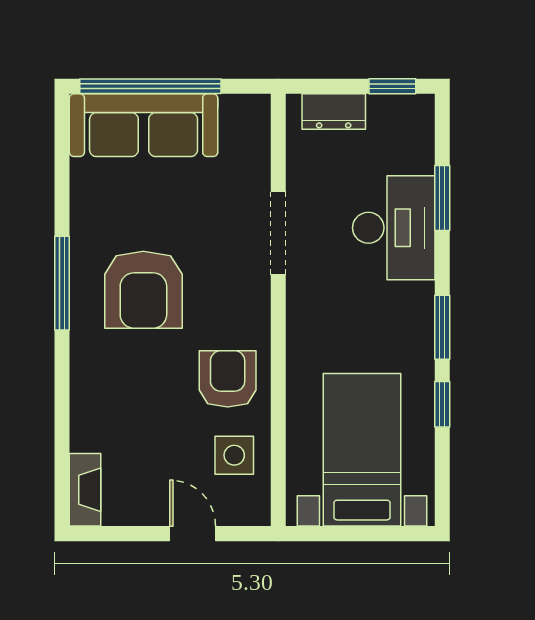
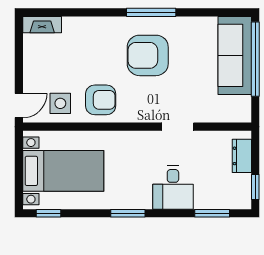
window: (442, 198) -> (212, 213), moved
desk: (394, 228) -> (173, 188), width x0.73
doorway: (278, 233) -> (178, 127), width x0.73
window: (442, 404) -> (49, 213), moved
door: (193, 534) -> (19, 106), moved

